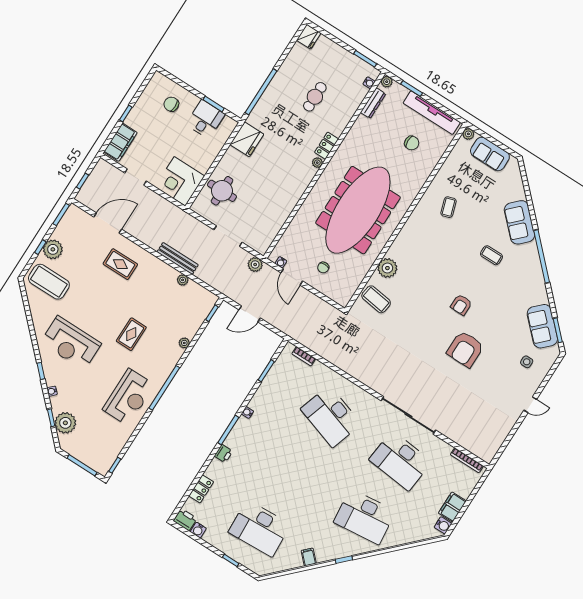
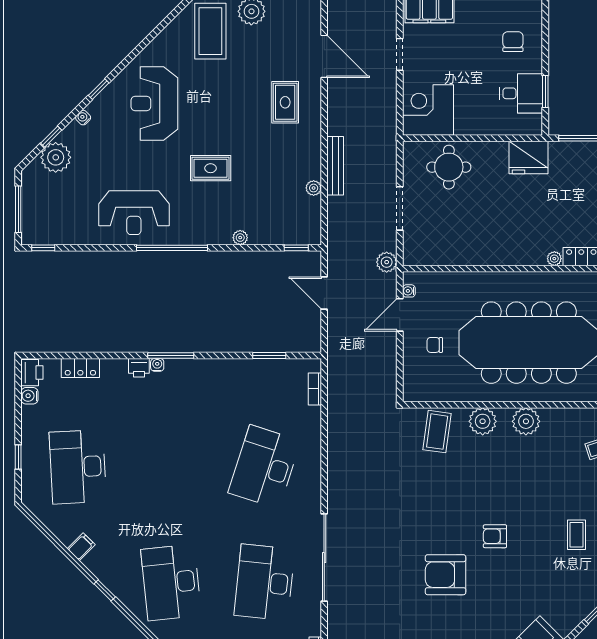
plant: (404, 242) -> (526, 421), added
water cooler: (247, 412) -> (157, 365), moved

